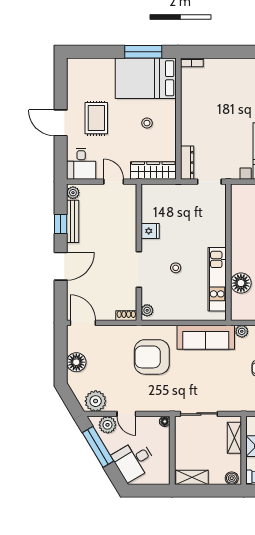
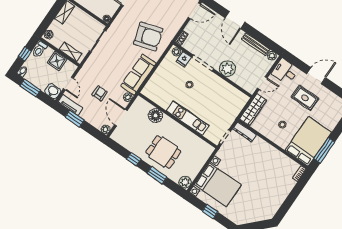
window: (61, 224) -> (259, 37), removed
fridge: (150, 231) -> (184, 59), moved
plant: (125, 235) -> (227, 69), added
kitchen unit: (217, 279) -> (188, 118), moved
armchair: (152, 357) -> (148, 36), turned 73

